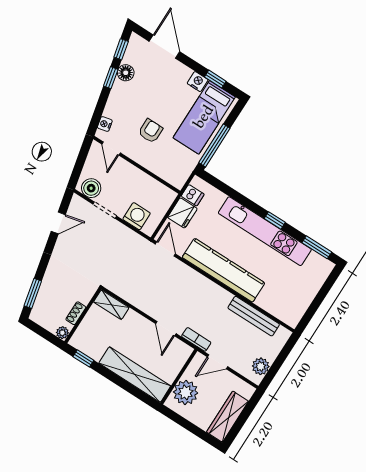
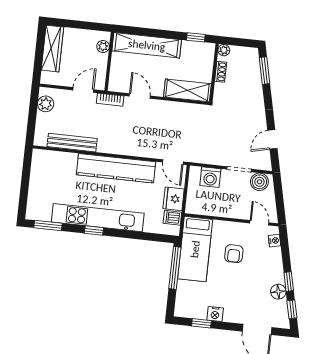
bed: (204, 117) -> (195, 249), moved, turned 180
shelving: (111, 305) -> (187, 90), width x1.50, depth x1.33
plant: (186, 392) -> (103, 46), width x0.53, depth x0.53

